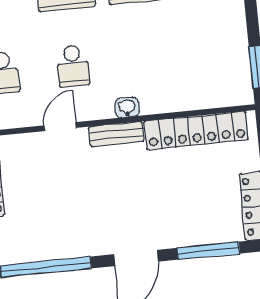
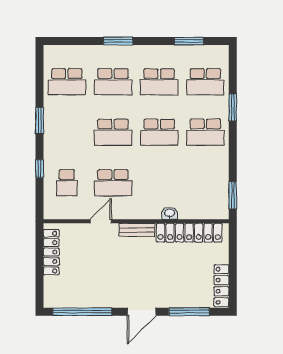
school desk: (73, 66) -> (113, 183), width x1.85
washbasin: (127, 107) -> (170, 213), moved

